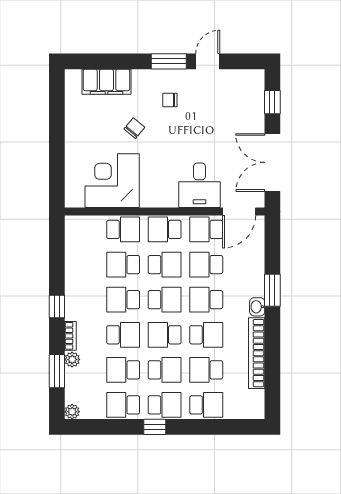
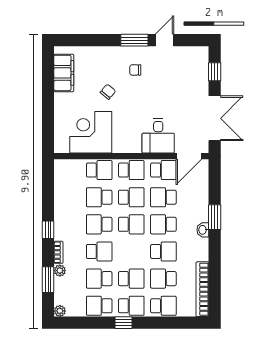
filing cabinet: (106, 82) -> (64, 73), moved, turned -90
double door: (272, 162) -> (215, 118), swing flipped
school desk: (165, 229) -> (131, 170), turned 180
school desk: (206, 229) -> (163, 170), turned 180
school desk: (165, 335) -> (131, 251), removed
bookcase: (257, 353) -> (202, 289), moved

